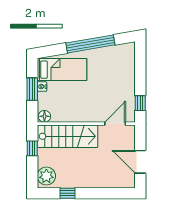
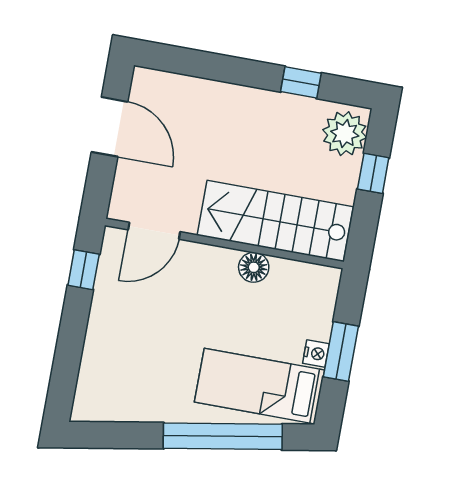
window: (90, 44) -> (223, 436), moved
floor lamp: (44, 116) -> (254, 267), moved
window: (32, 148) -> (373, 173), moved

